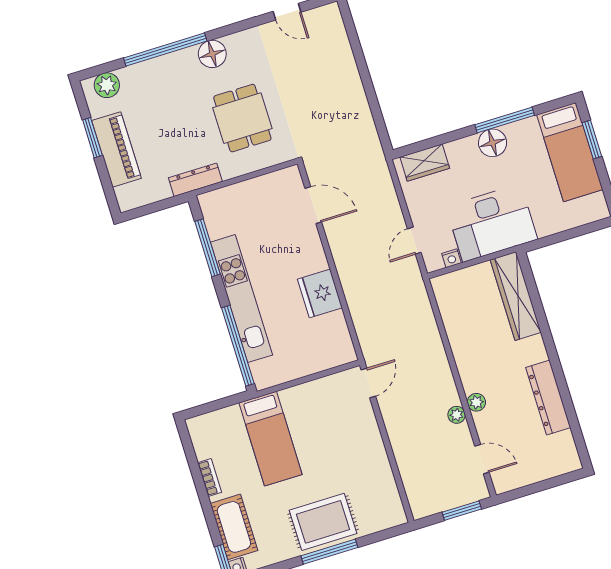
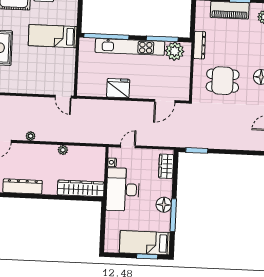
window: (379, 120) -> (197, 150), added
plant: (221, 219) -> (175, 51), added
door: (414, 241) -> (128, 146), hinge flipped
plant: (476, 402) -> (63, 150), moved

